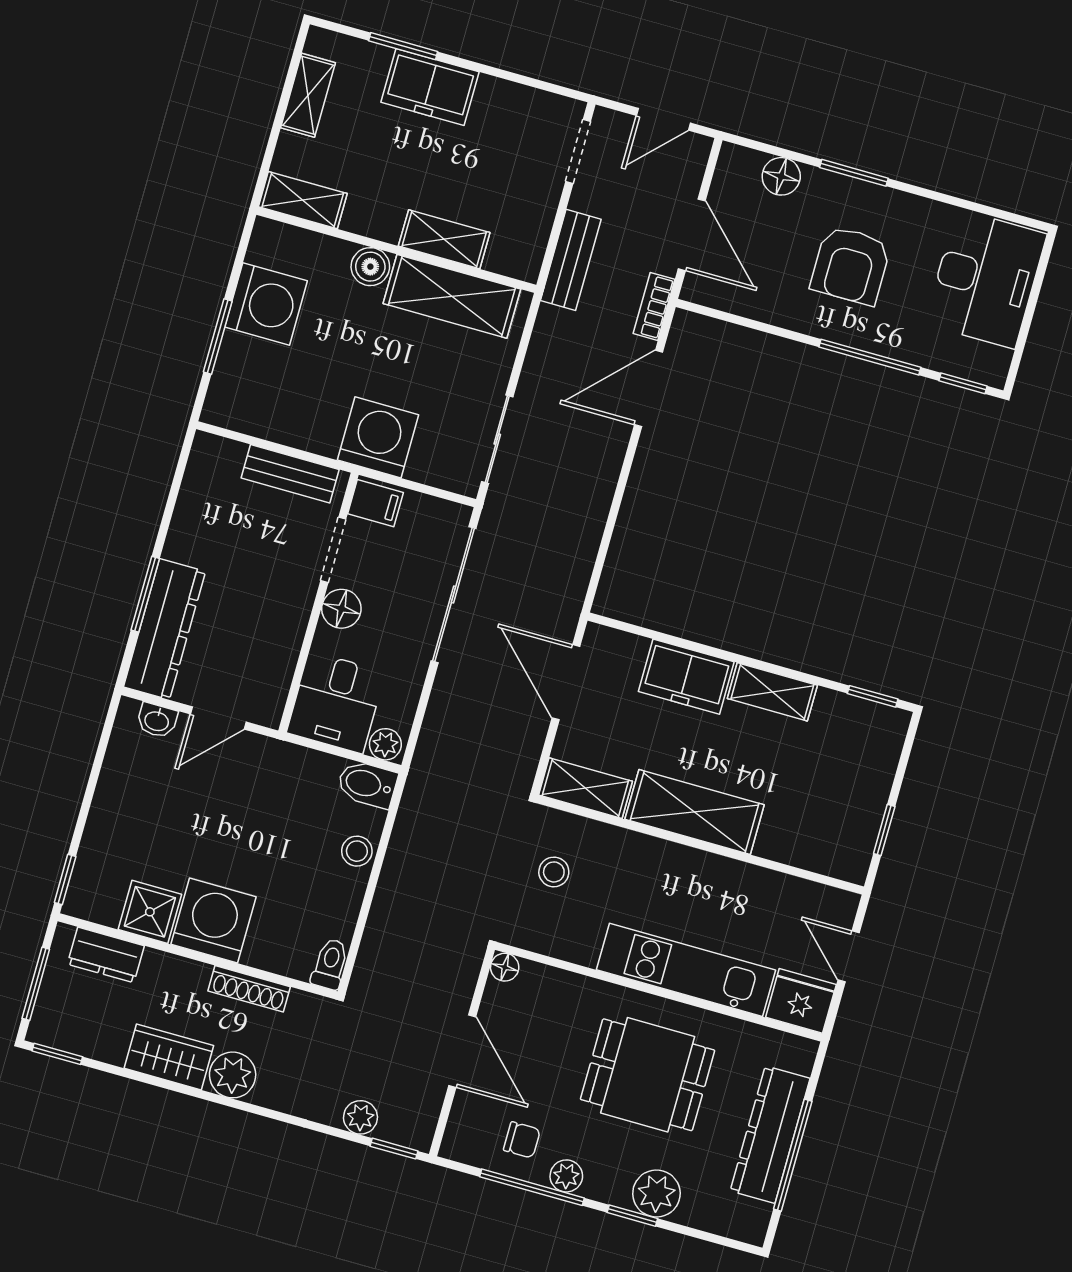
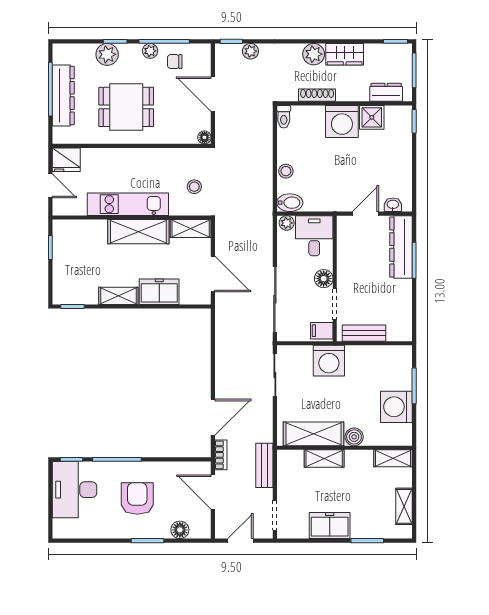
freezer: (430, 87) -> (330, 526), moved
desk: (986, 279) -> (74, 490), moved
kitchen unit: (686, 970) -> (128, 204), moved, turned 180

